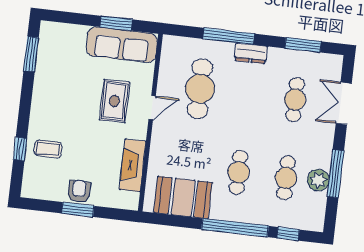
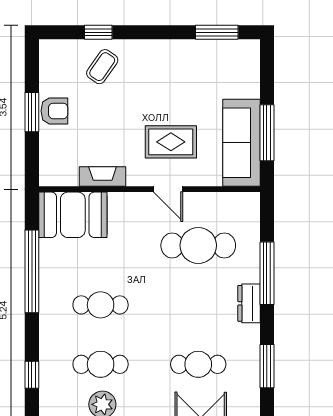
window: (116, 23) -> (267, 133), width x1.44
coffee table: (48, 149) -> (102, 67), turned 35
fireplace: (133, 165) -> (103, 177), width x0.73, depth x0.76
booth: (183, 198) -> (73, 215), moved, turned 90
window: (235, 228) -> (32, 271), moved

